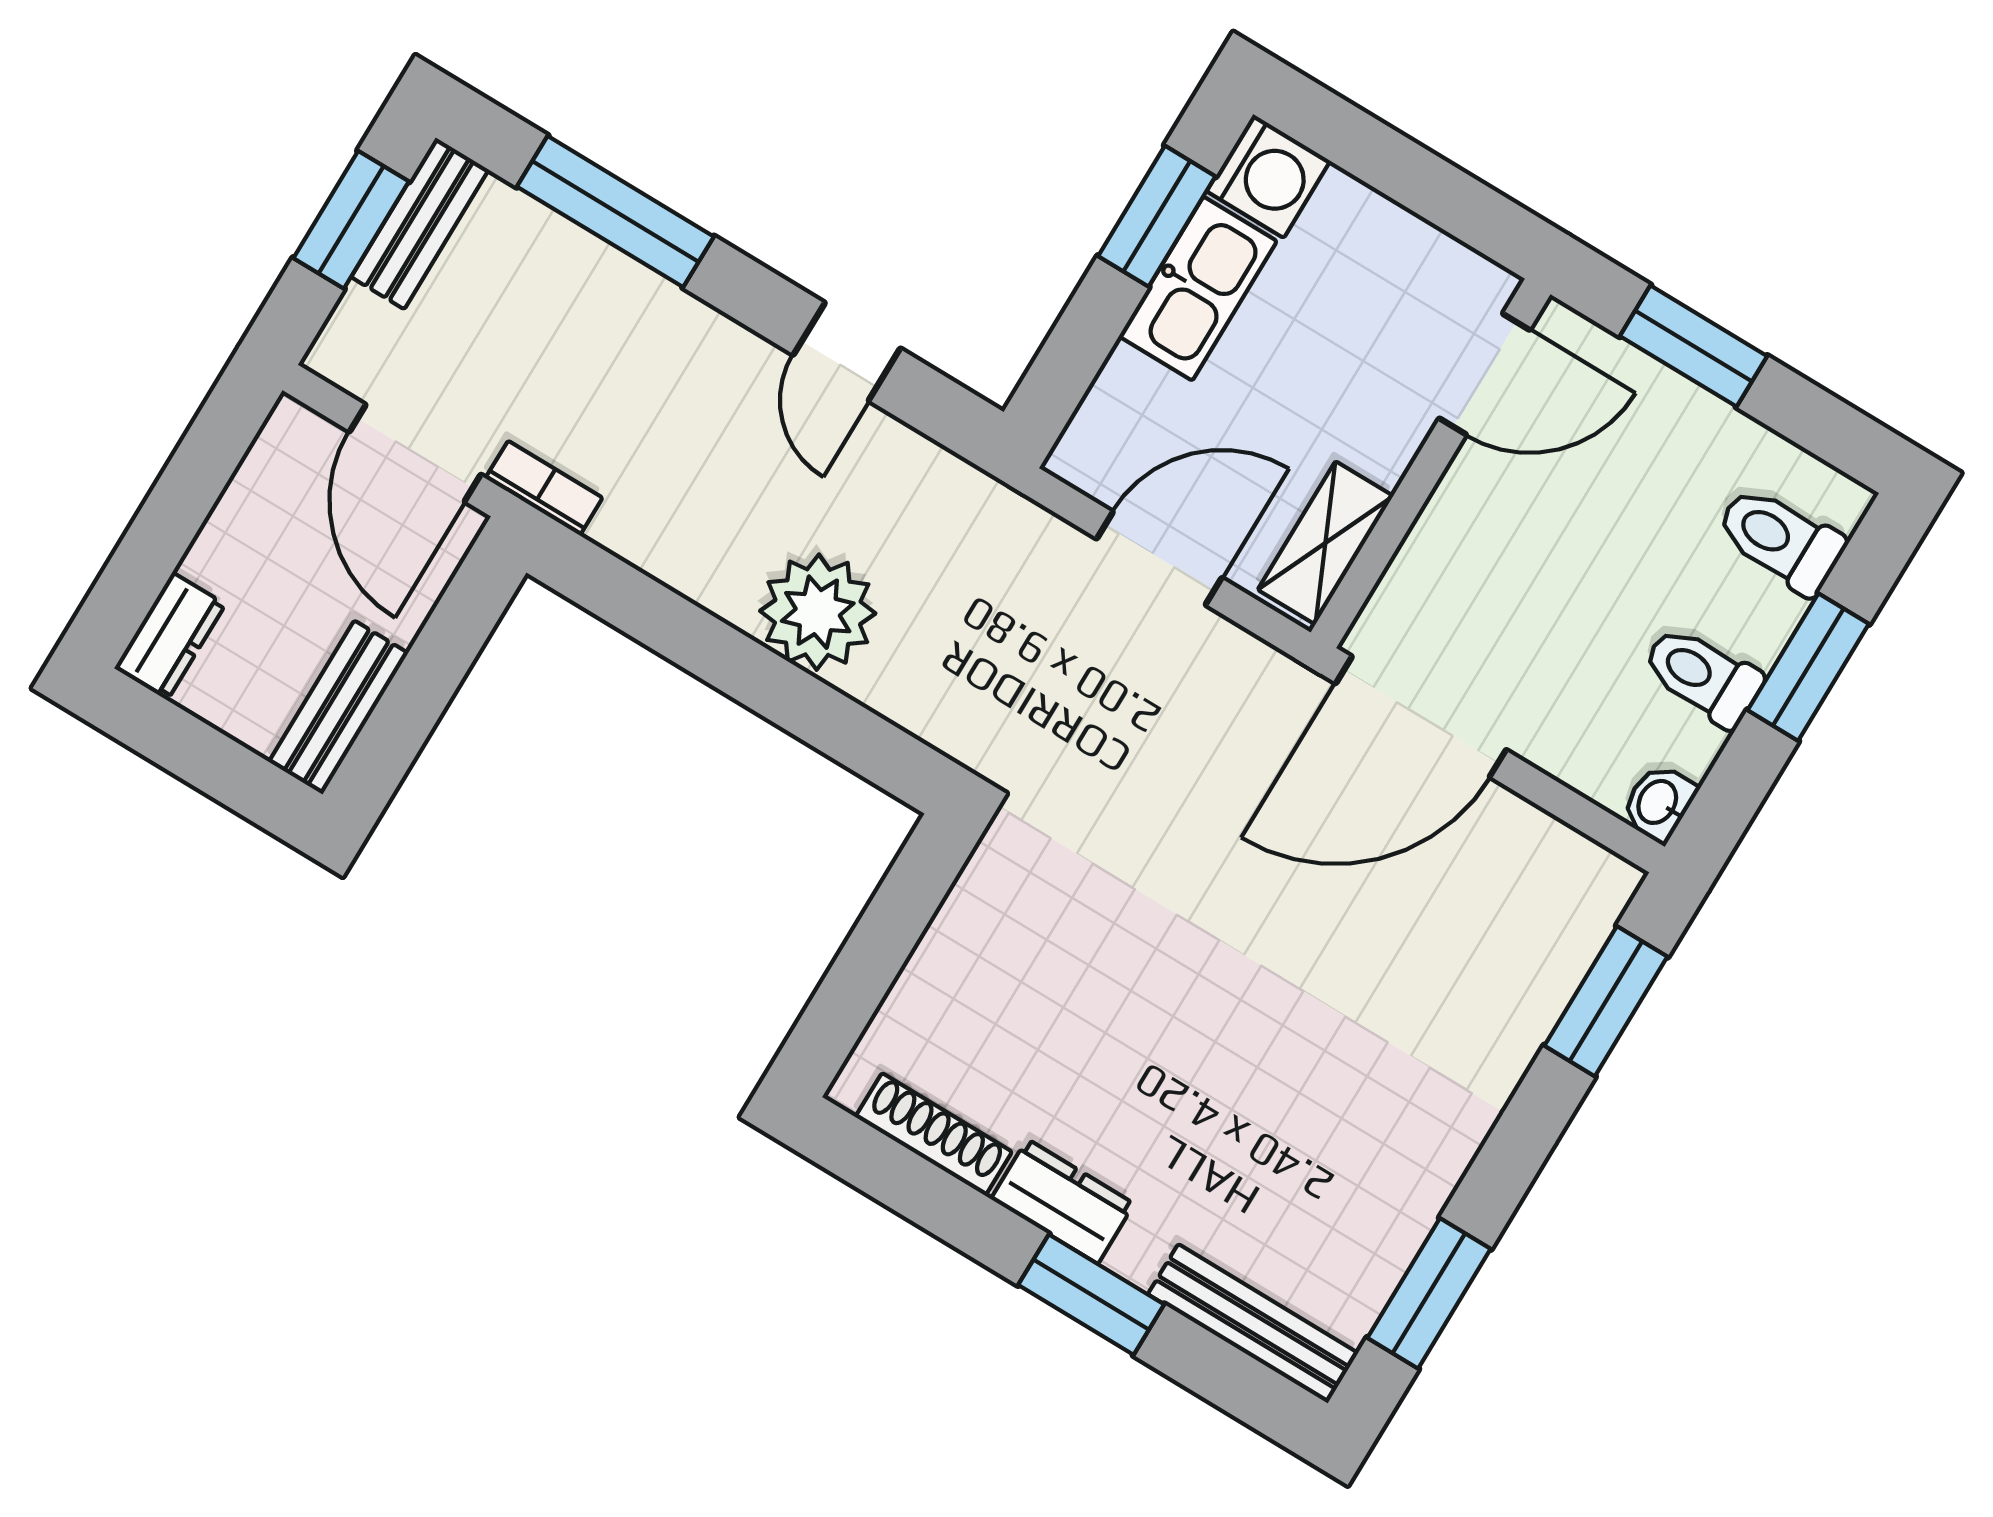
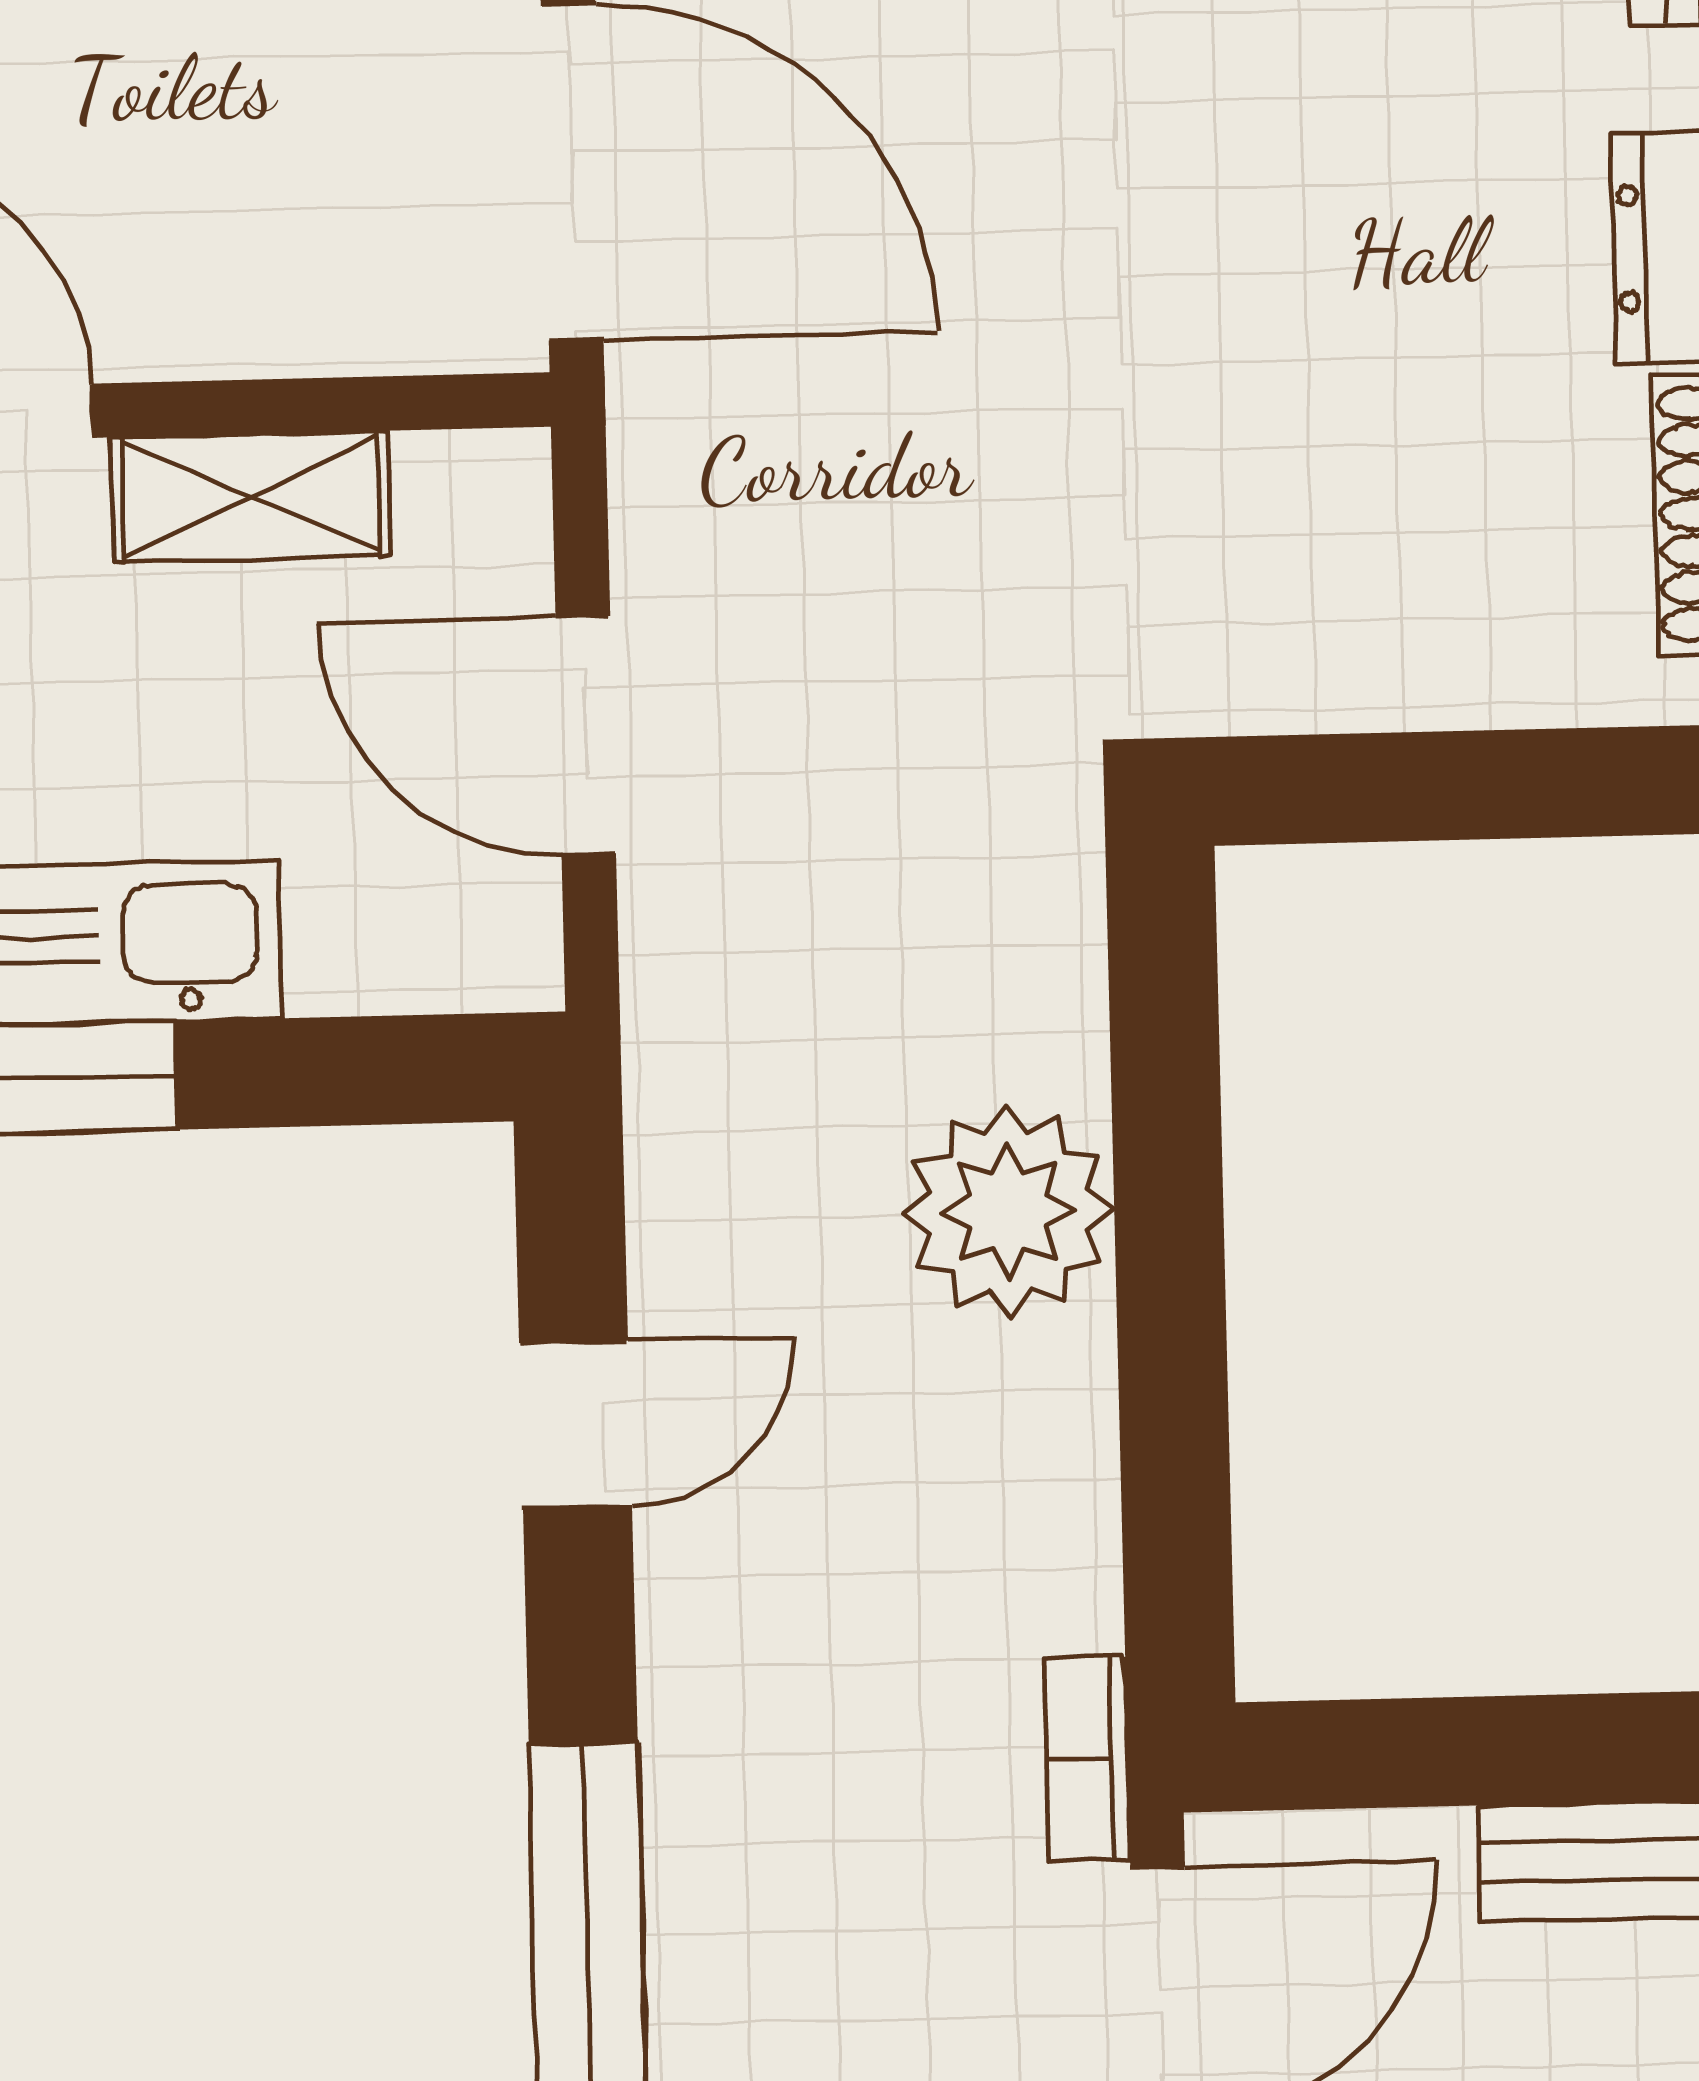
shelving: (1325, 543) -> (251, 496), moved

